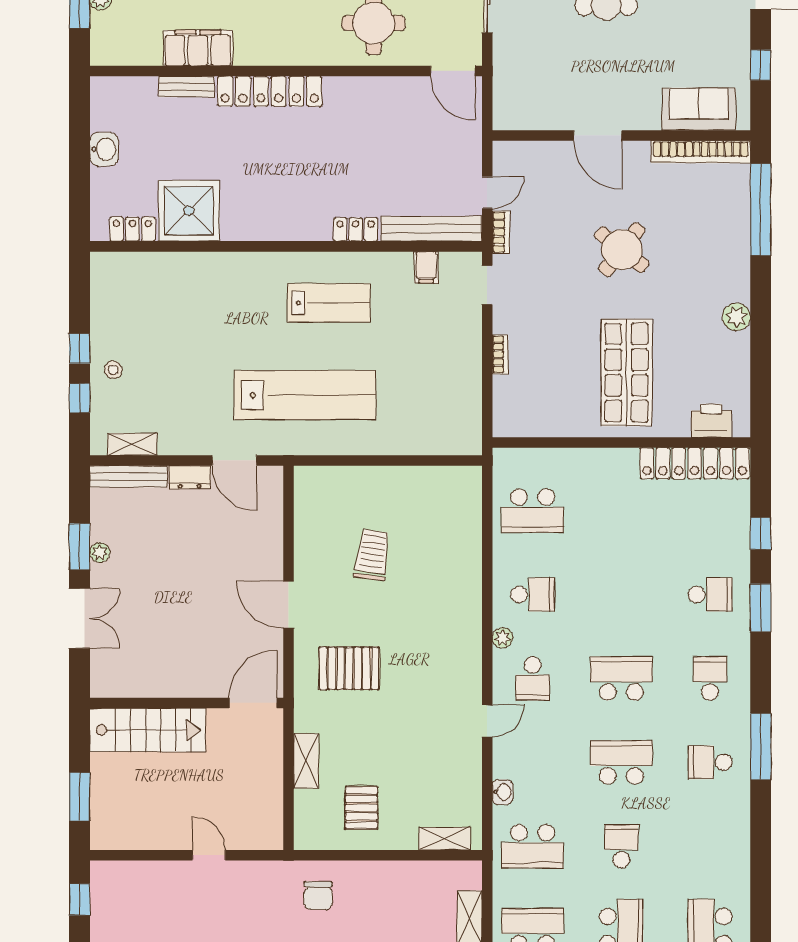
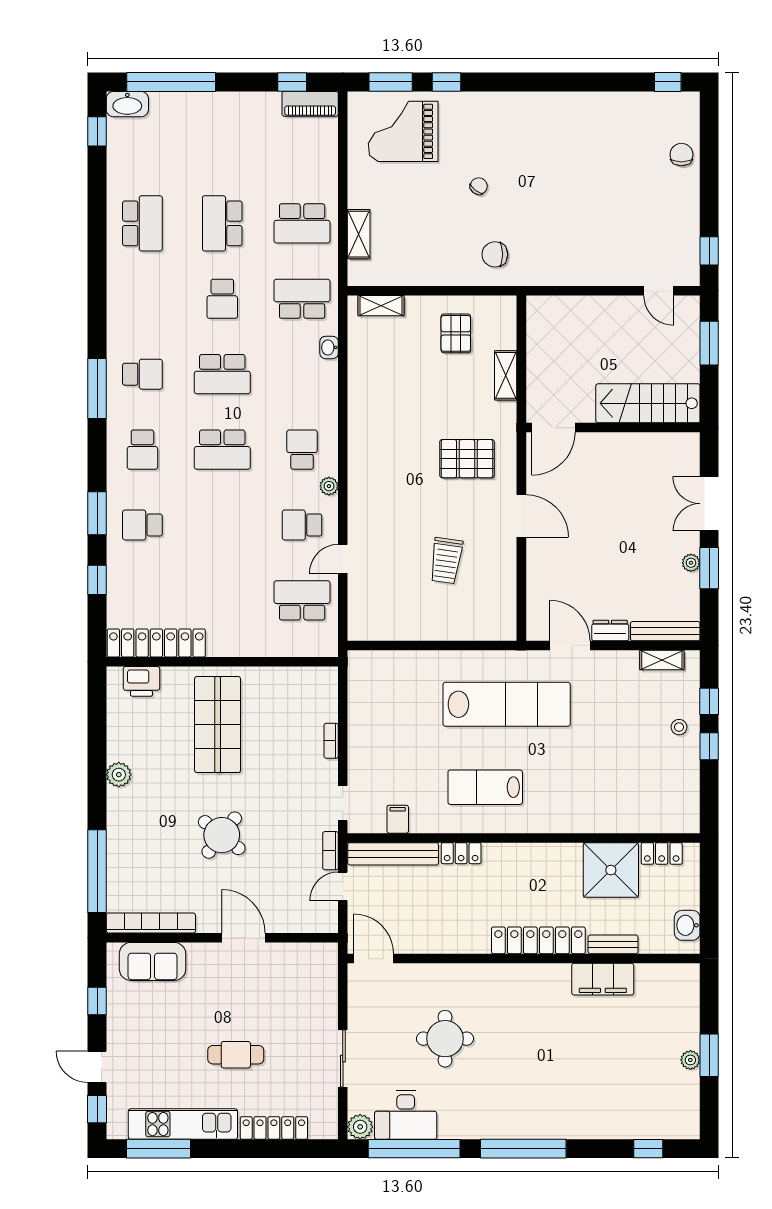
filing cabinet: (198, 48) -> (603, 979), moved
wall: (286, 71) -> (524, 959), moved
door: (453, 71) -> (374, 959), moved
bench: (187, 87) -> (613, 944), moved
locker: (270, 91) -> (538, 940), moved
lab bench: (305, 395) -> (507, 704), turned 180
door: (487, 721) -> (343, 559), moved
door: (209, 855) -> (659, 291), moved
chair: (318, 896) -> (495, 254), turned -90

